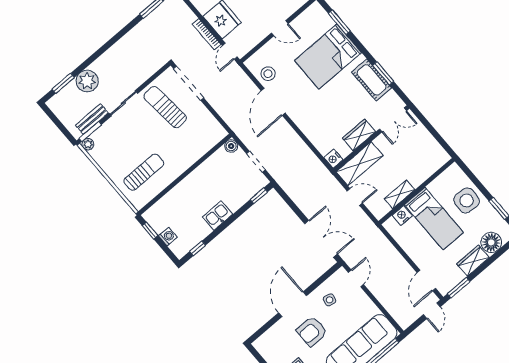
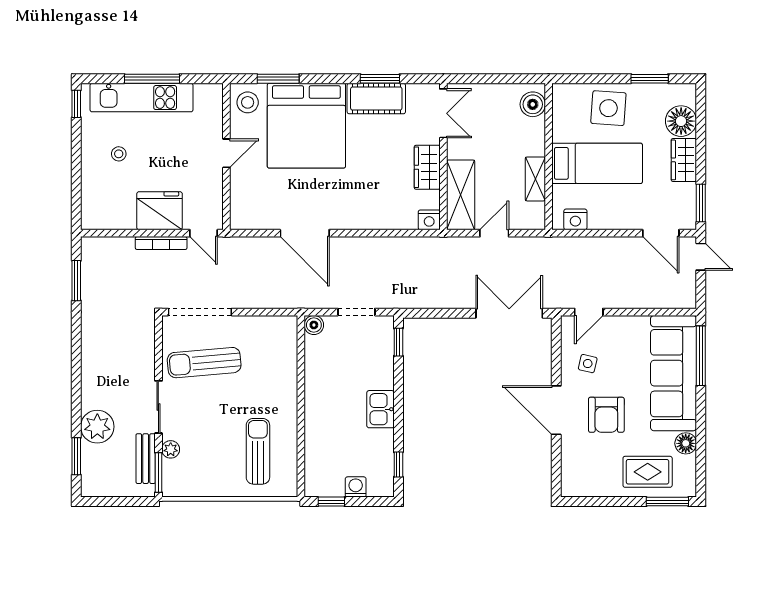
bed: (328, 57) -> (306, 126), width x1.36
stool: (268, 74) -> (248, 102), moved
plant: (88, 144) -> (171, 449), moved
boiler: (436, 161) -> (533, 104), added
nightstand: (402, 216) -> (575, 219), moved, turned -90
door: (356, 278) -> (589, 312), swing flipped

